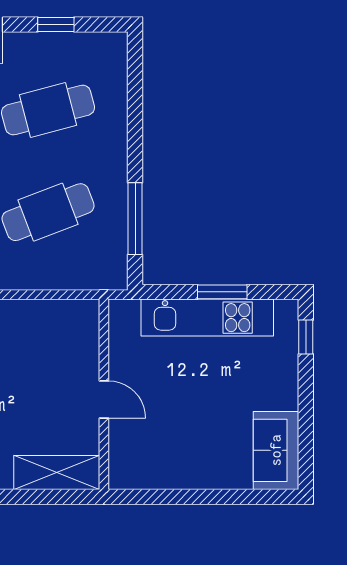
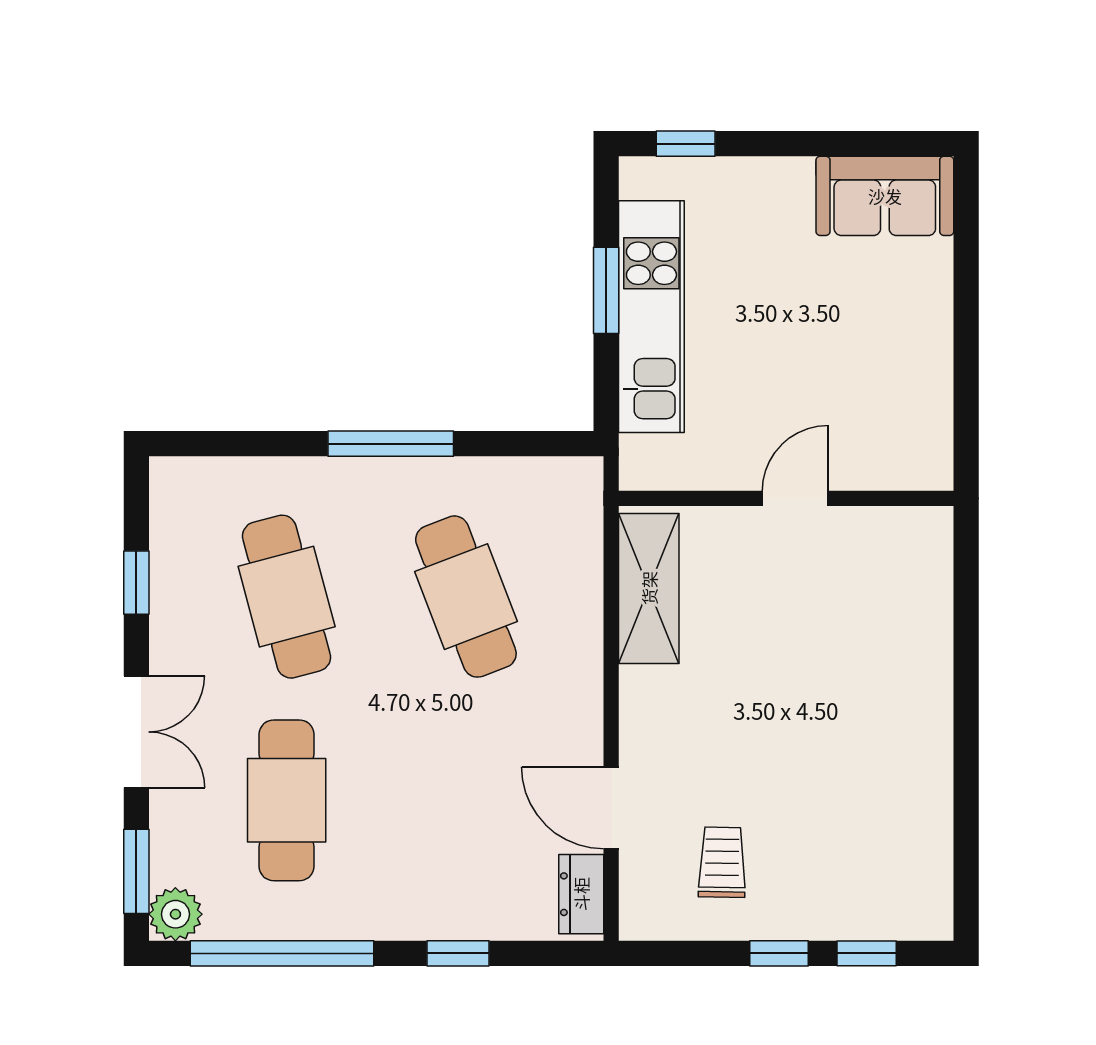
window: (135, 219) -> (391, 444), moved
shelving: (57, 472) -> (649, 588), moved

